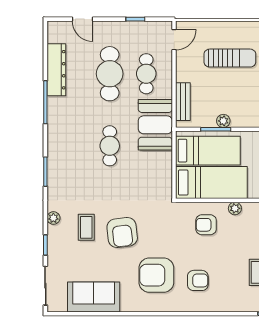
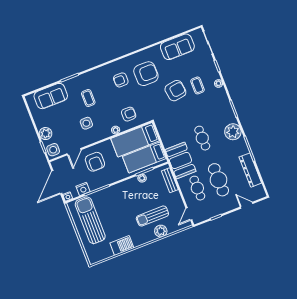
plant: (226, 31) -> (161, 231), added
plant: (60, 137) -> (233, 132), added
armchair: (122, 232) -> (175, 91), turned 89

